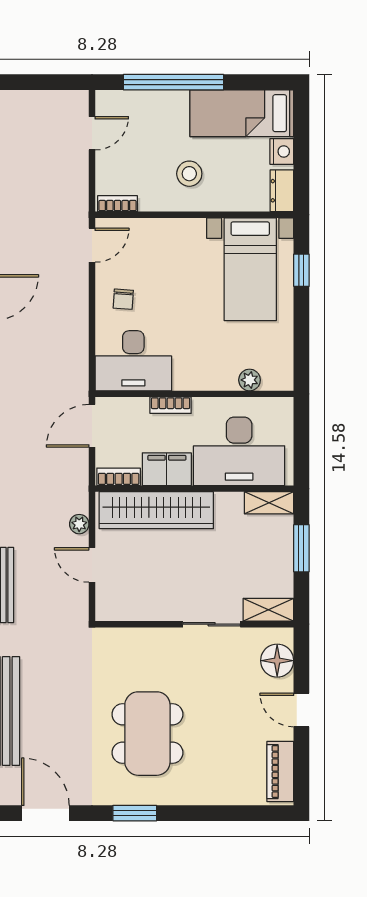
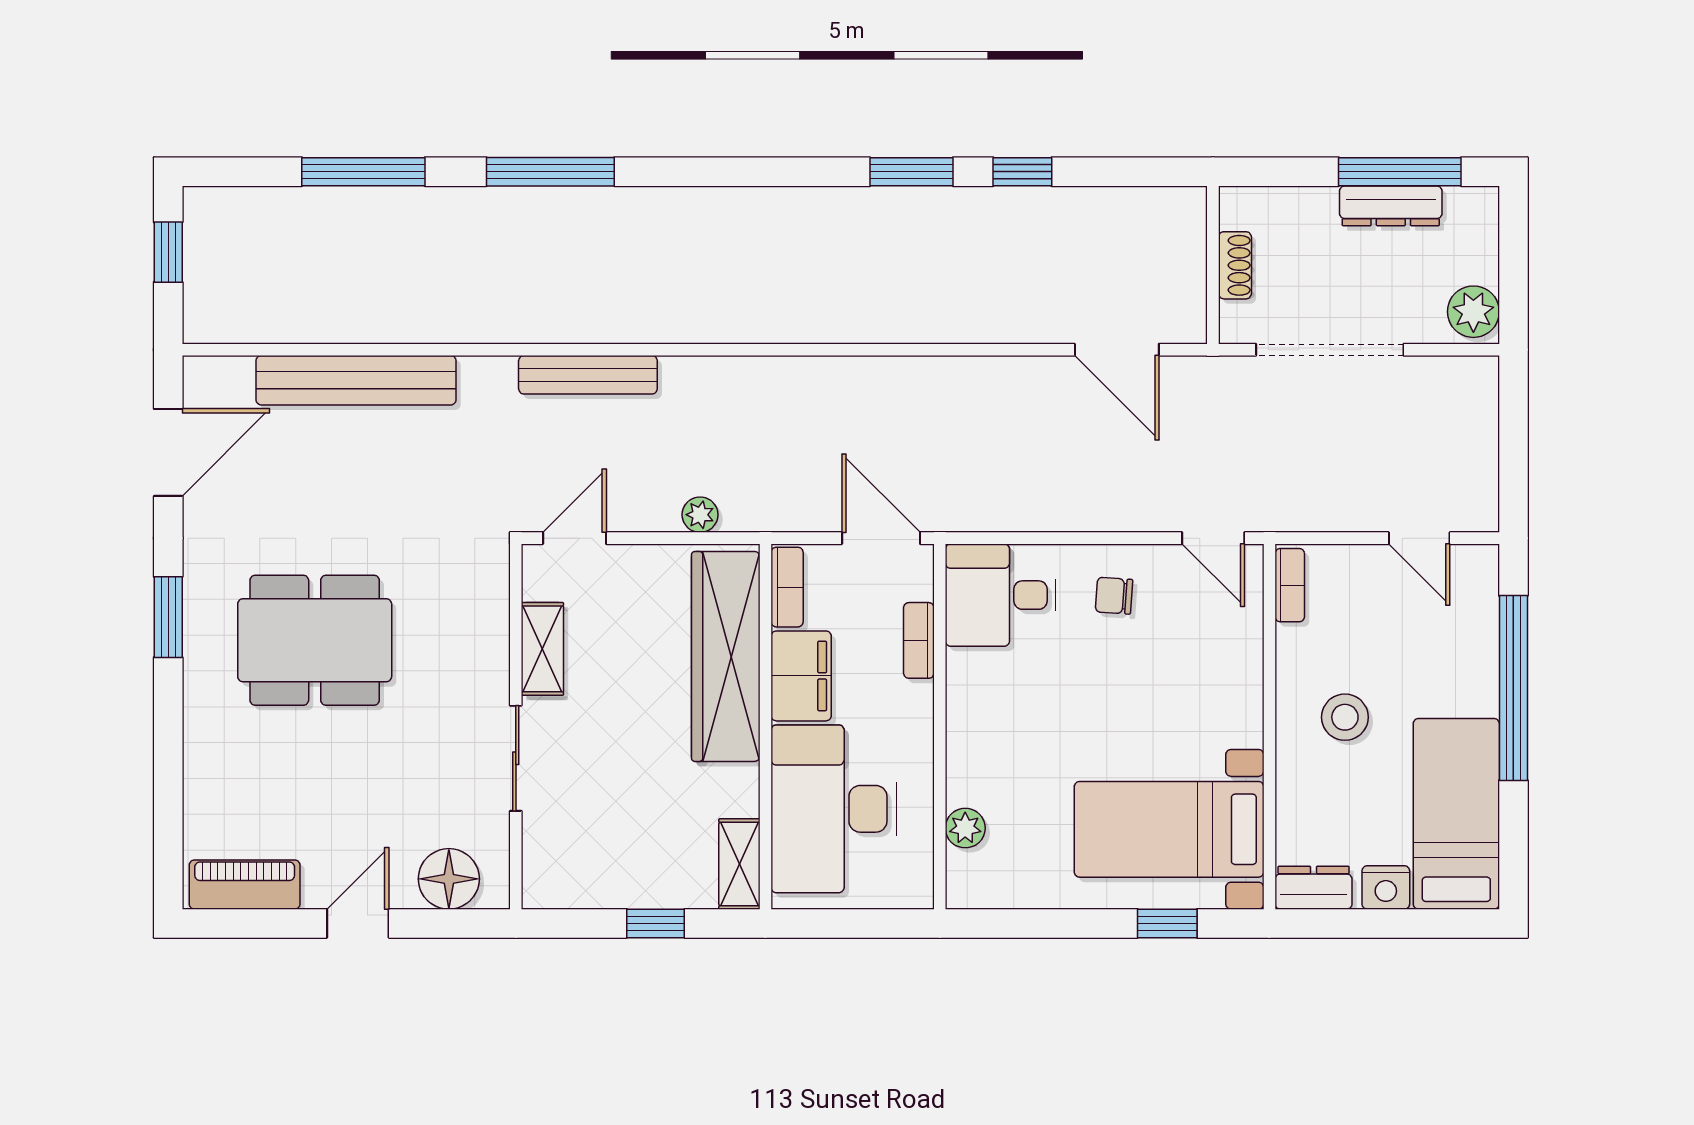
desk: (133, 361) -> (1001, 595), width x0.73
bookcase: (171, 405) -> (919, 640), moved
window: (301, 548) -> (656, 923), width x0.67
door: (92, 565) -> (575, 538), moved
shelving: (268, 610) -> (542, 649), moved

